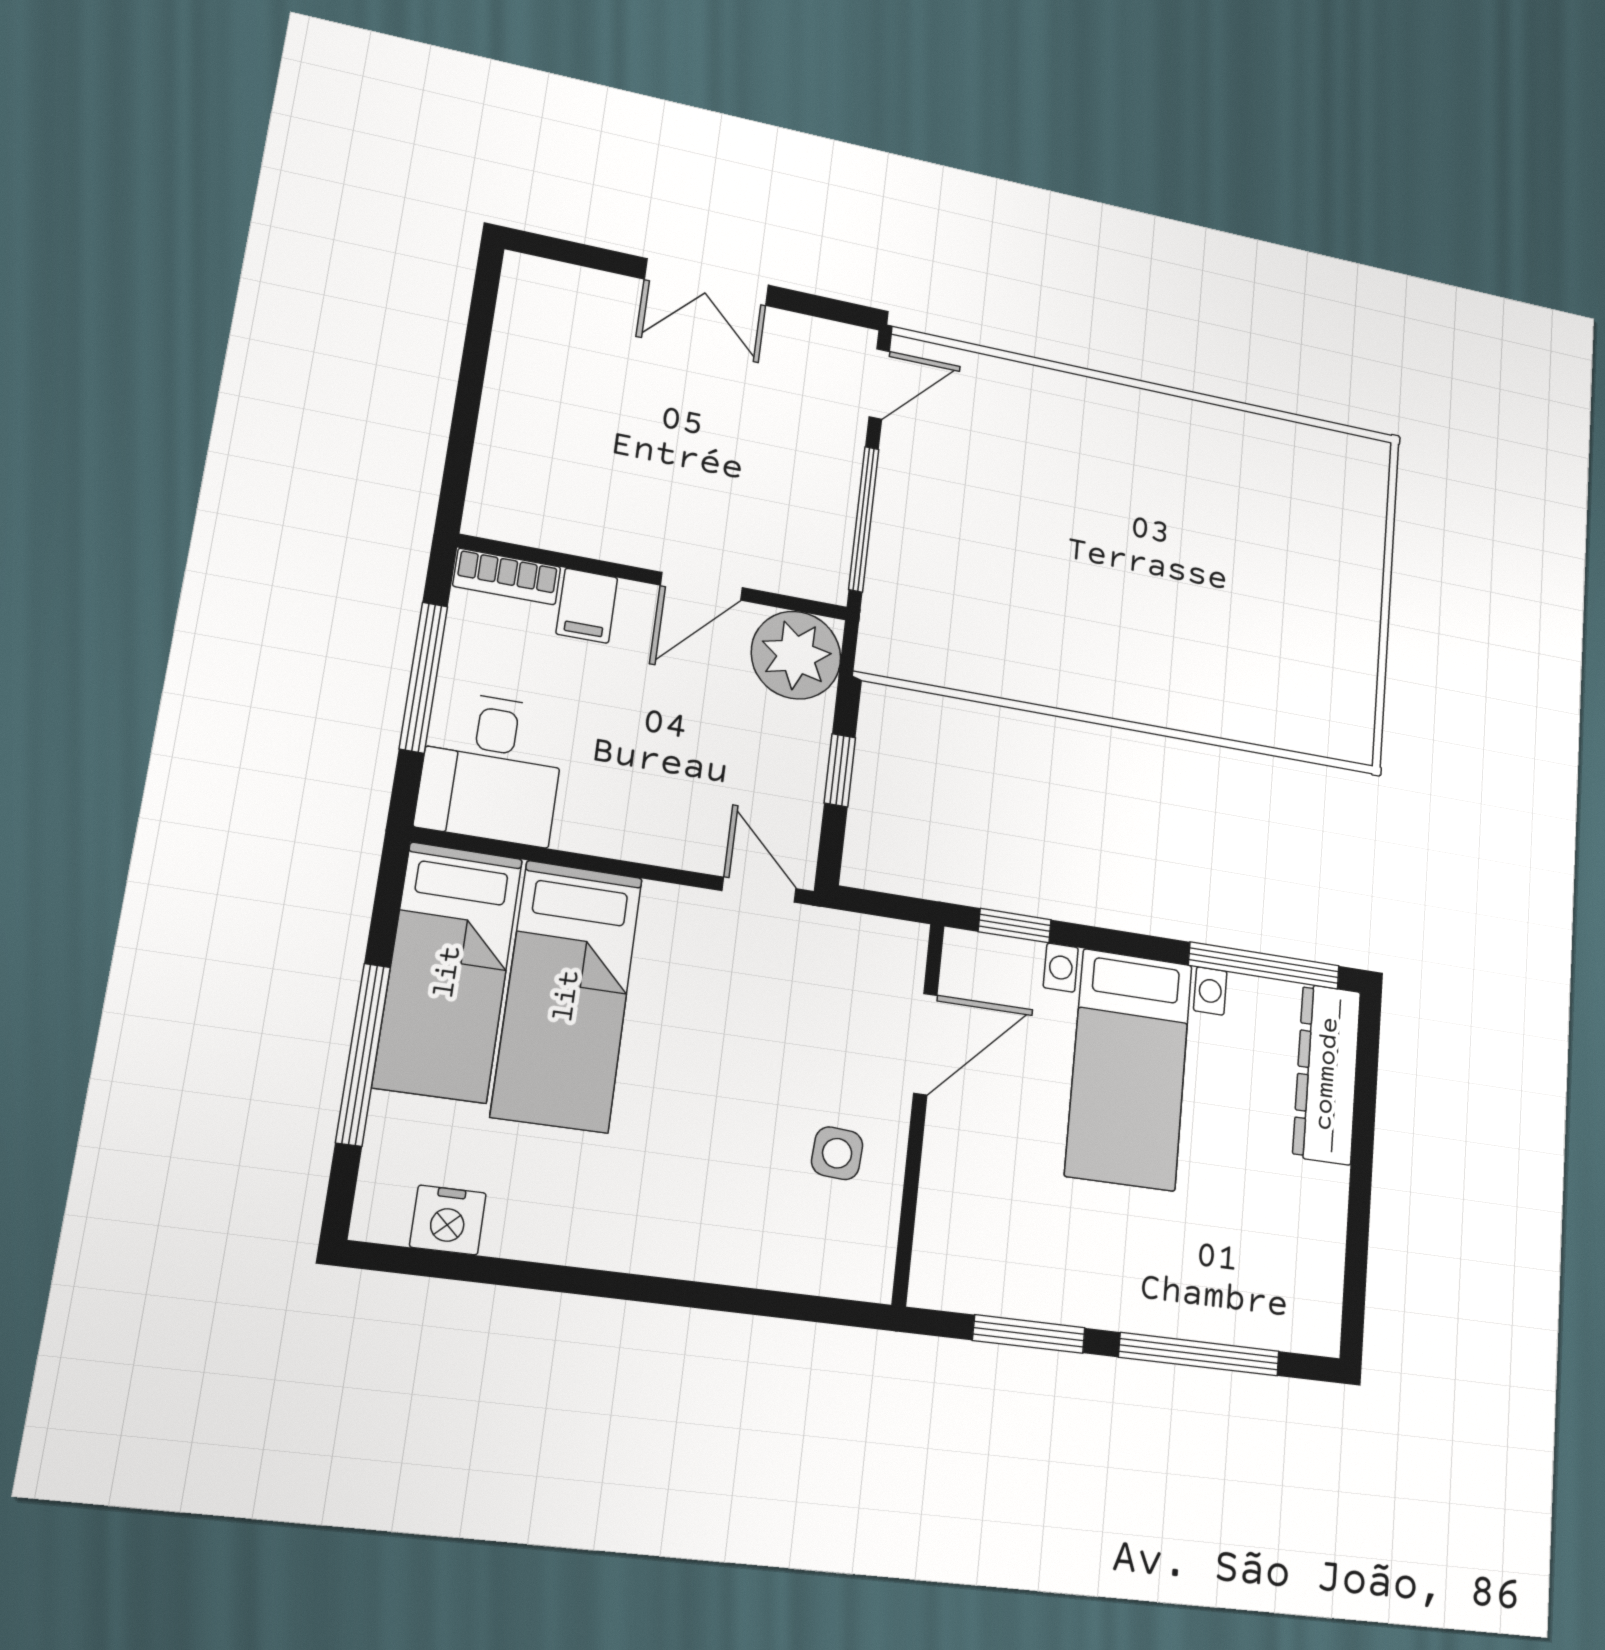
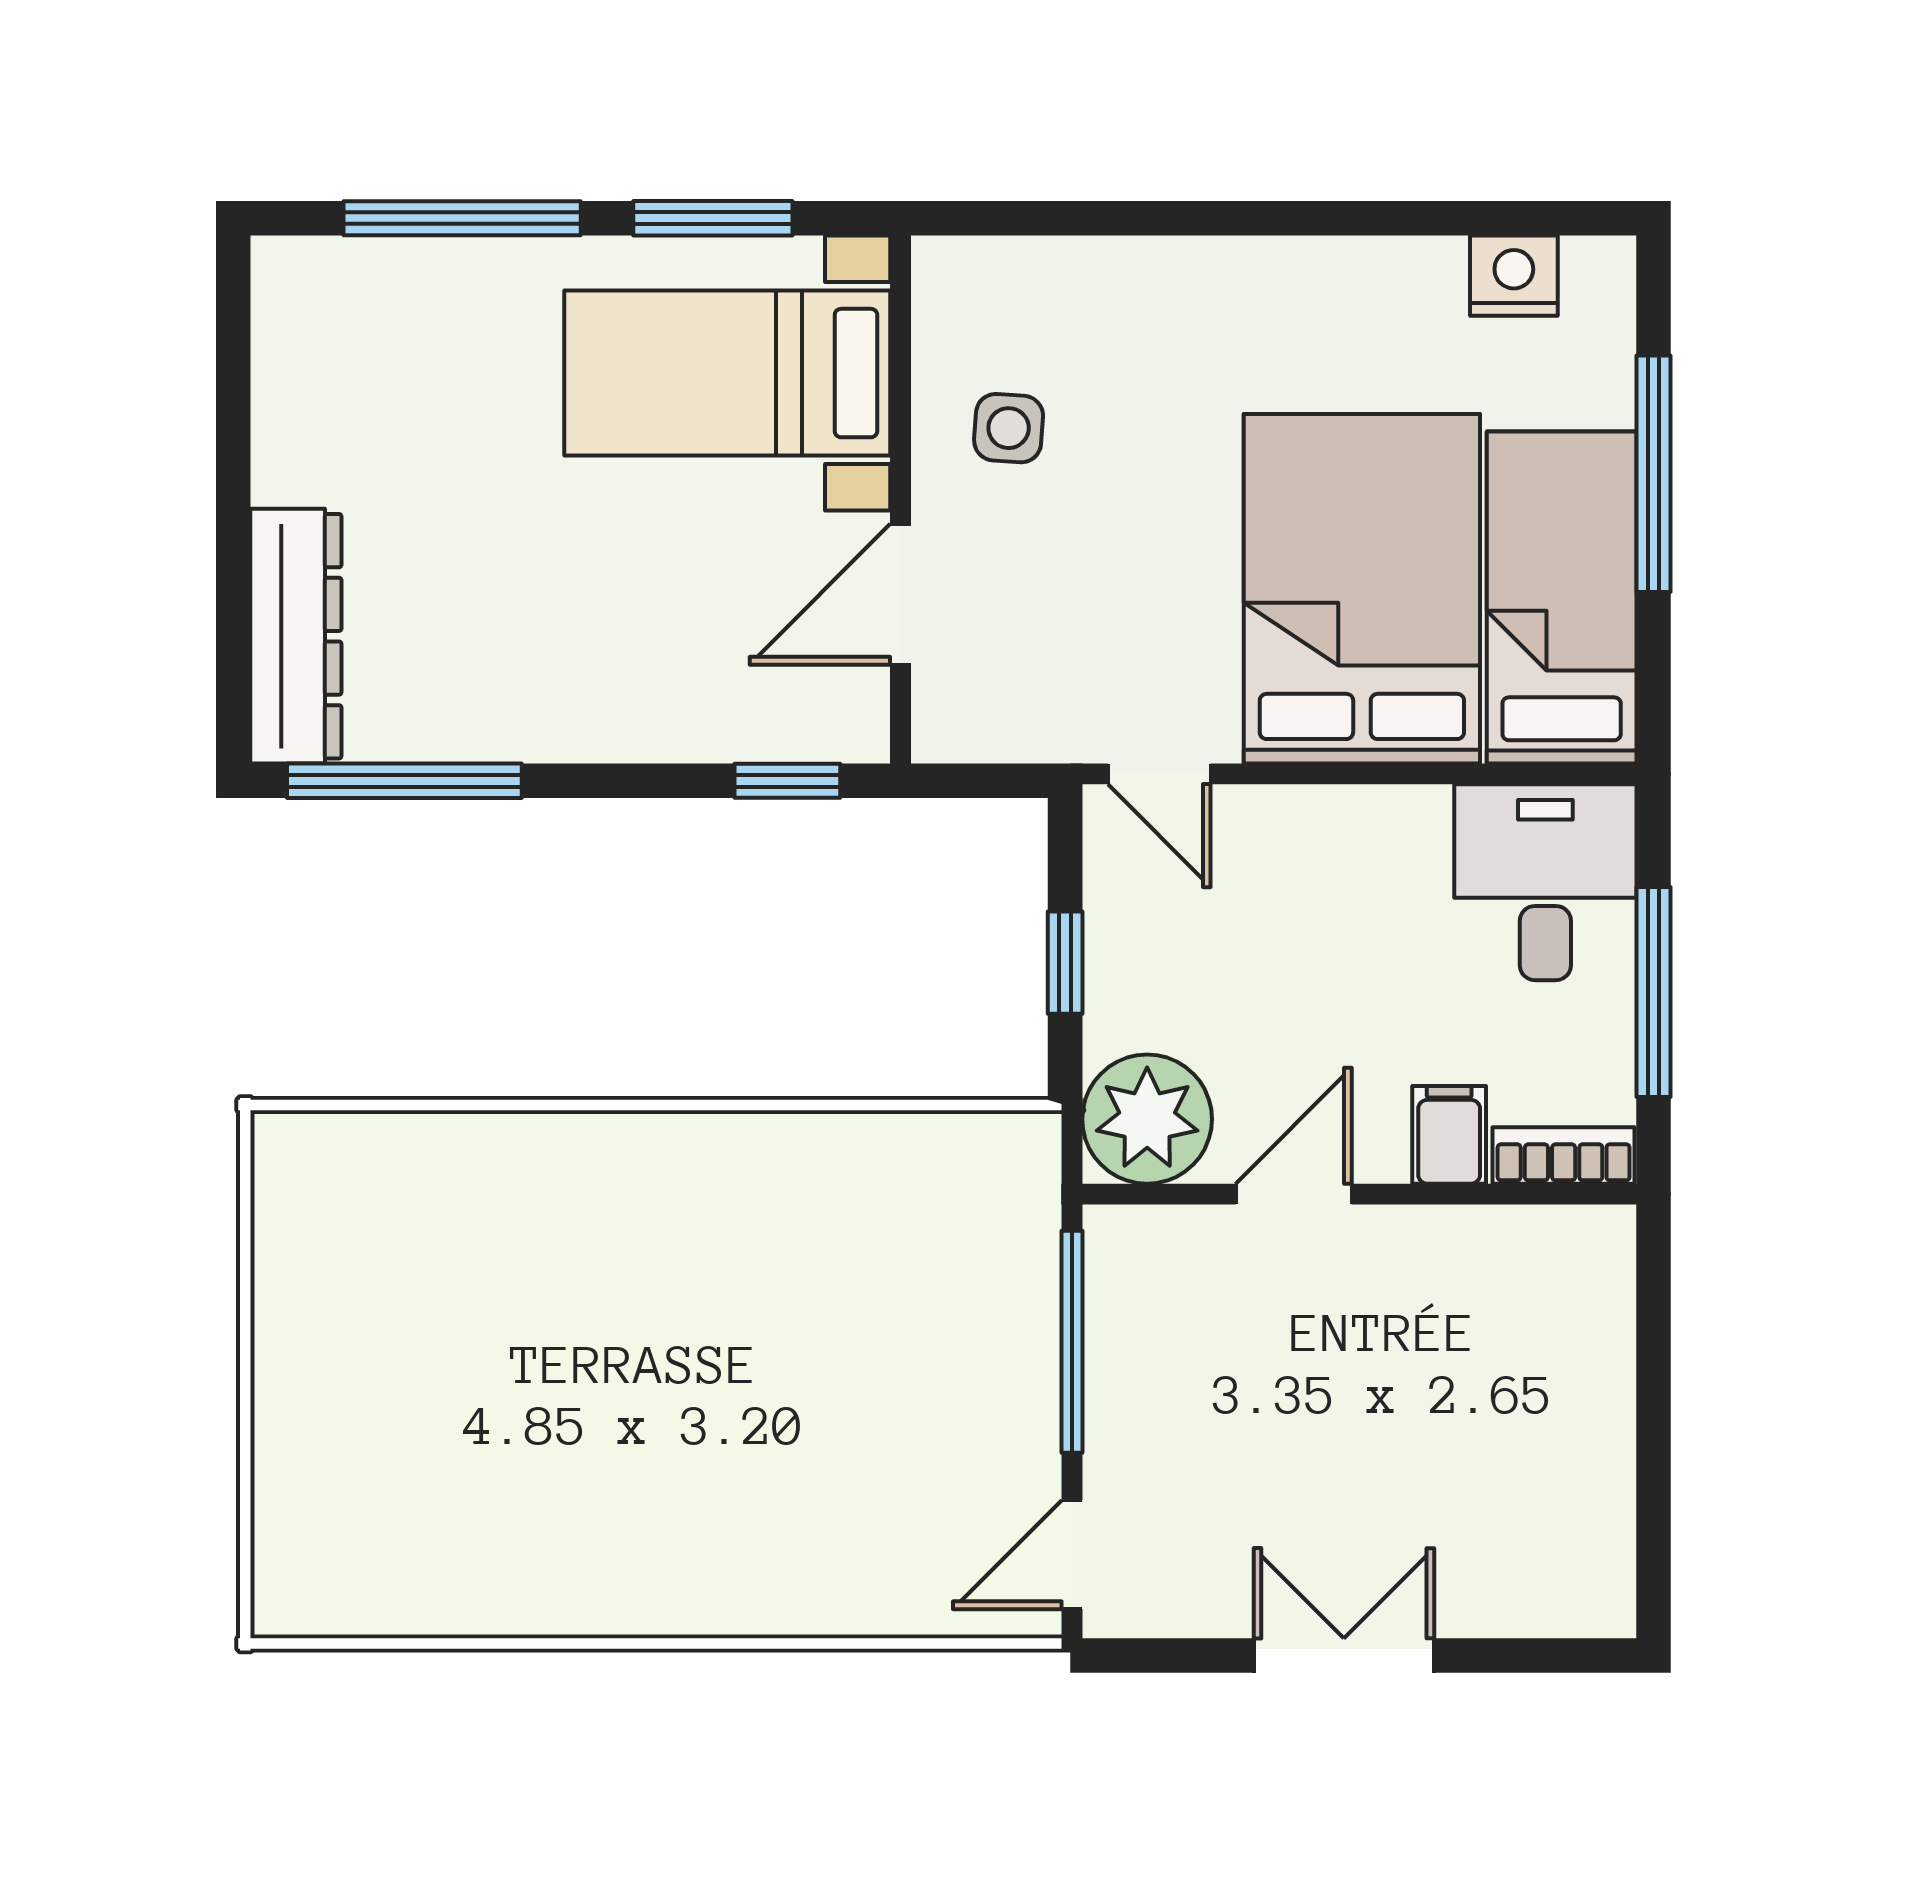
bed: (567, 996) -> (1362, 589), width x1.50
bed with nightstands: (1129, 1069) -> (727, 373), moved, turned -90

